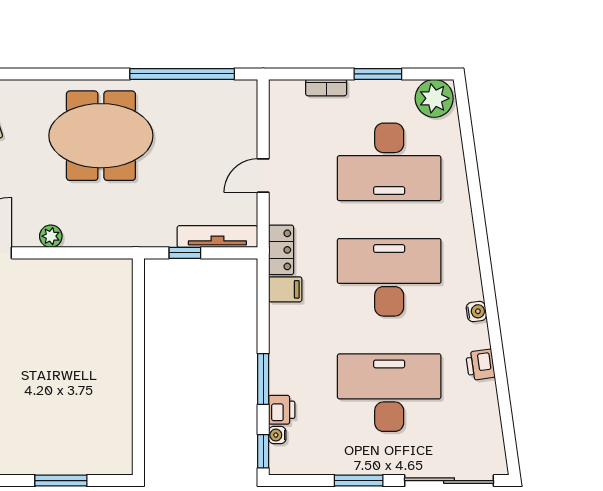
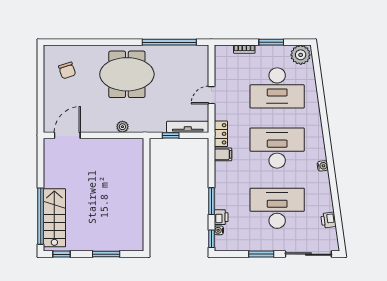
plant: (51, 236) -> (122, 127), moved
printer: (480, 365) -> (328, 220), moved

